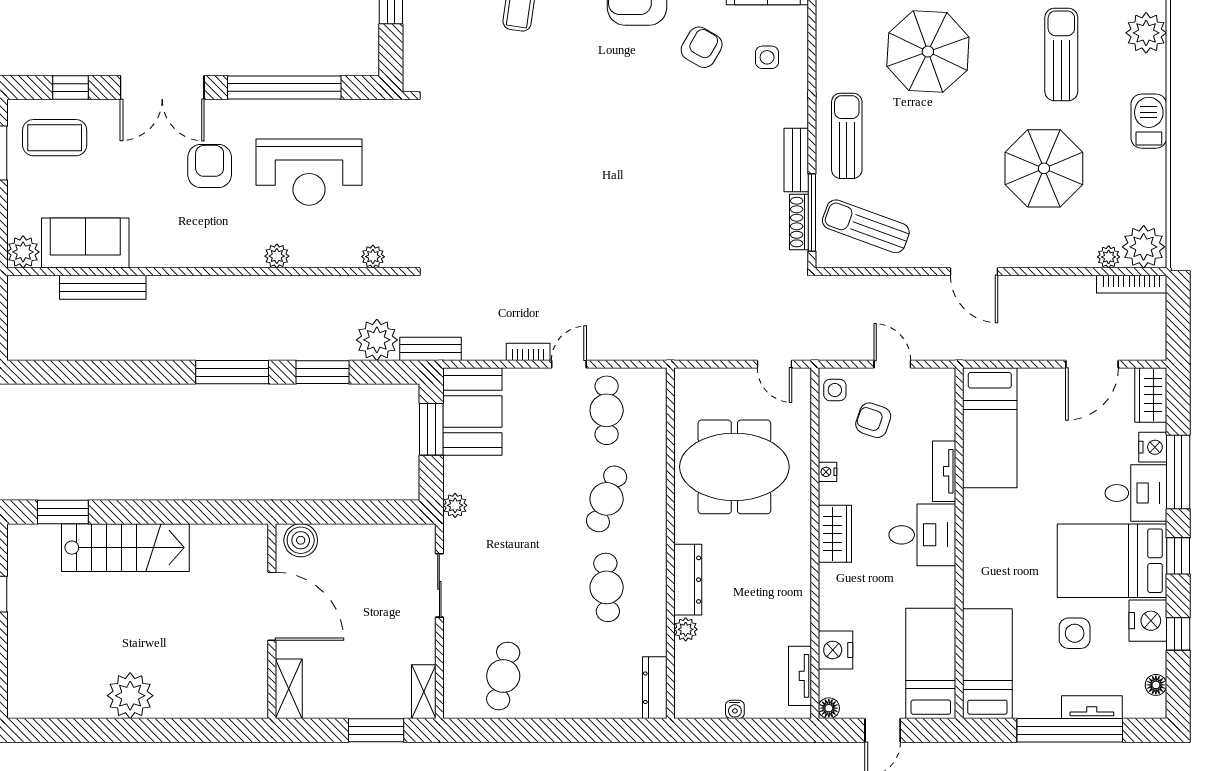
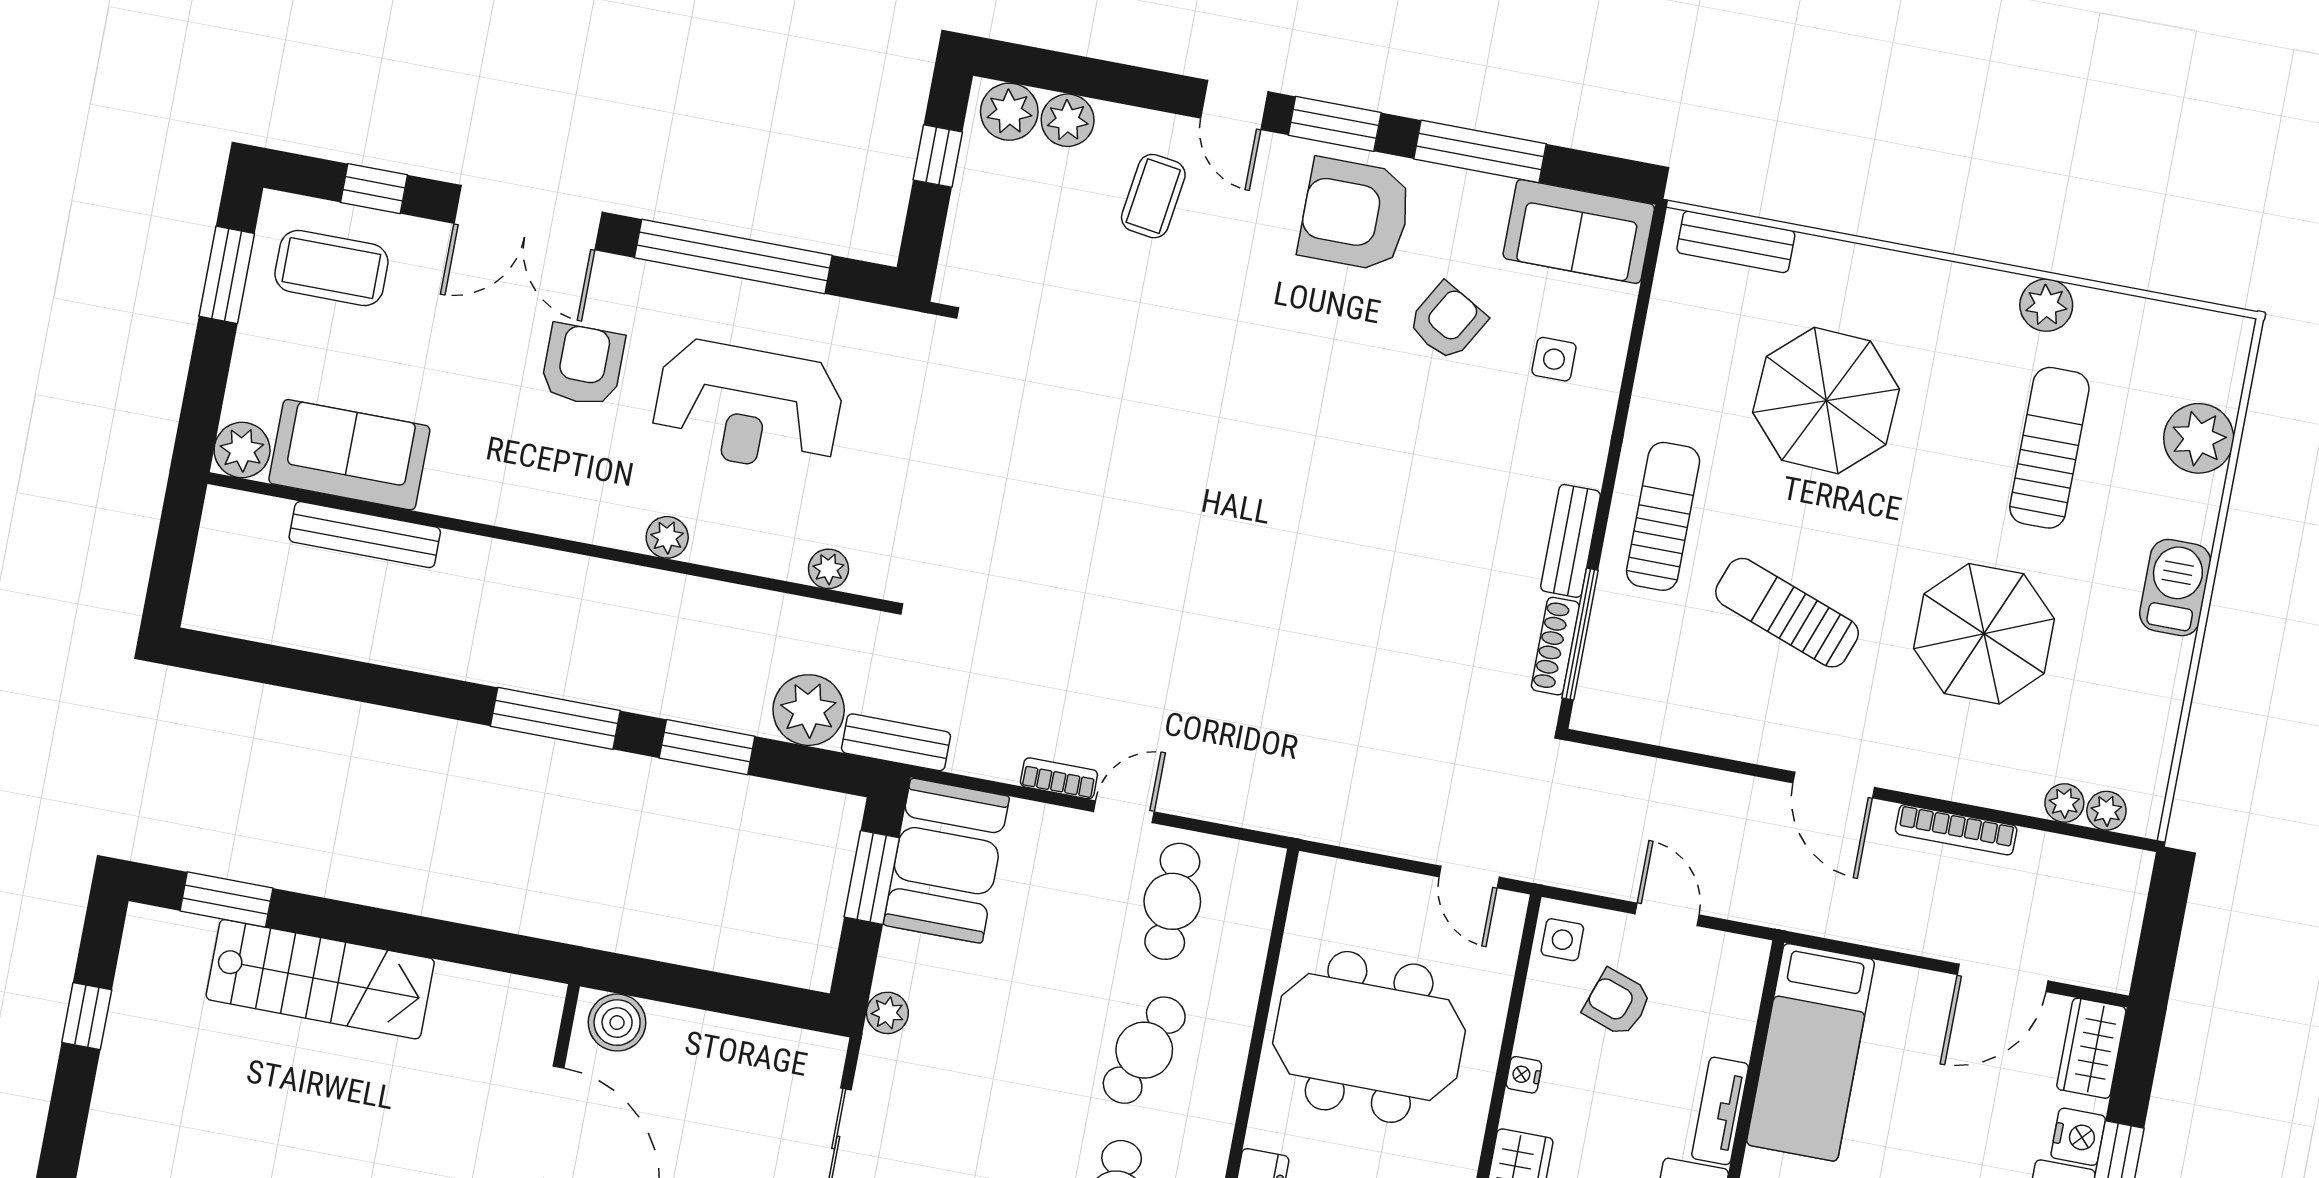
sun lounger: (866, 226) -> (1787, 613), moved
plant: (1144, 247) -> (2106, 811), width x0.53, depth x0.53
bookcase: (1132, 284) -> (1956, 830), moved

